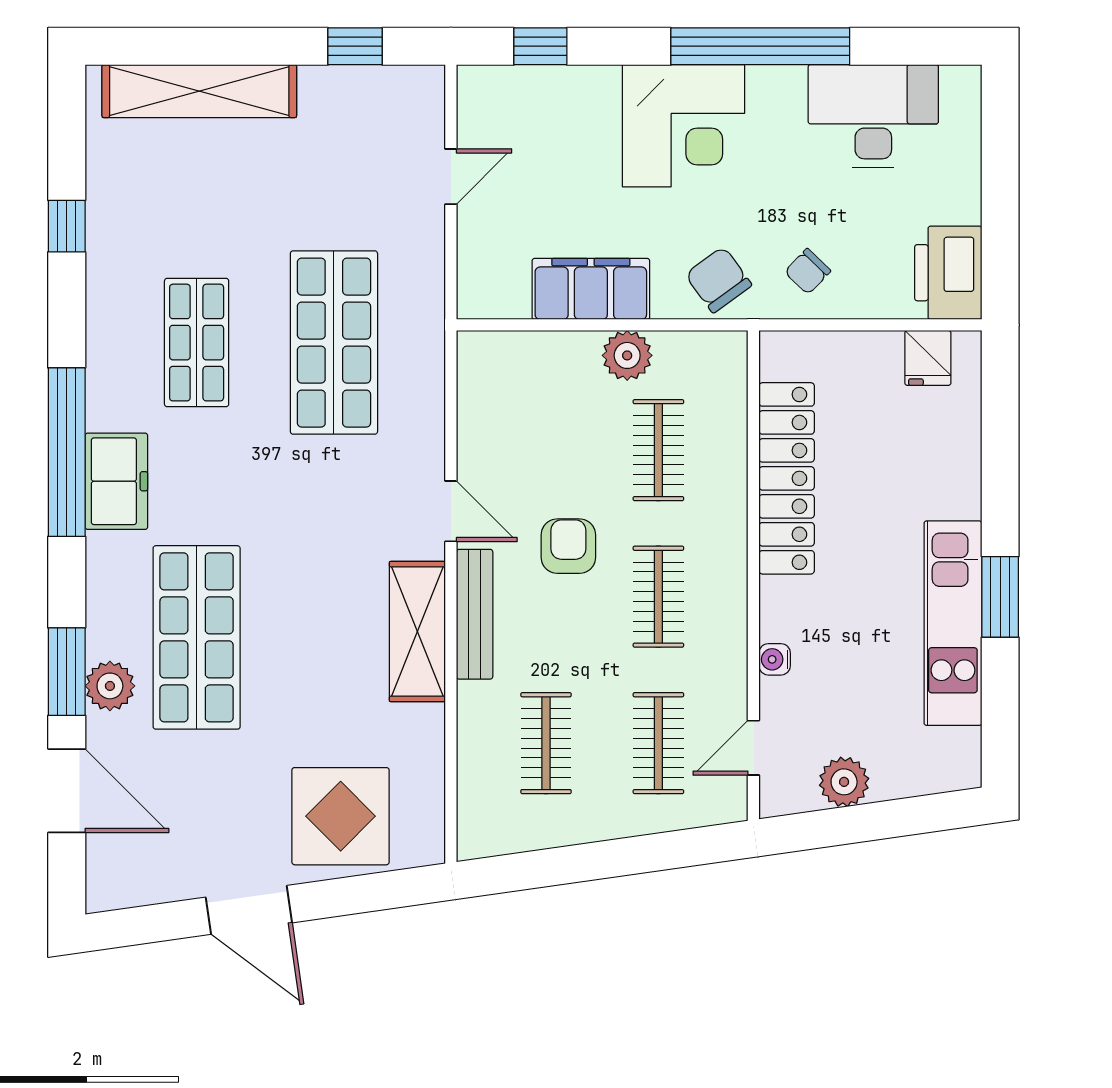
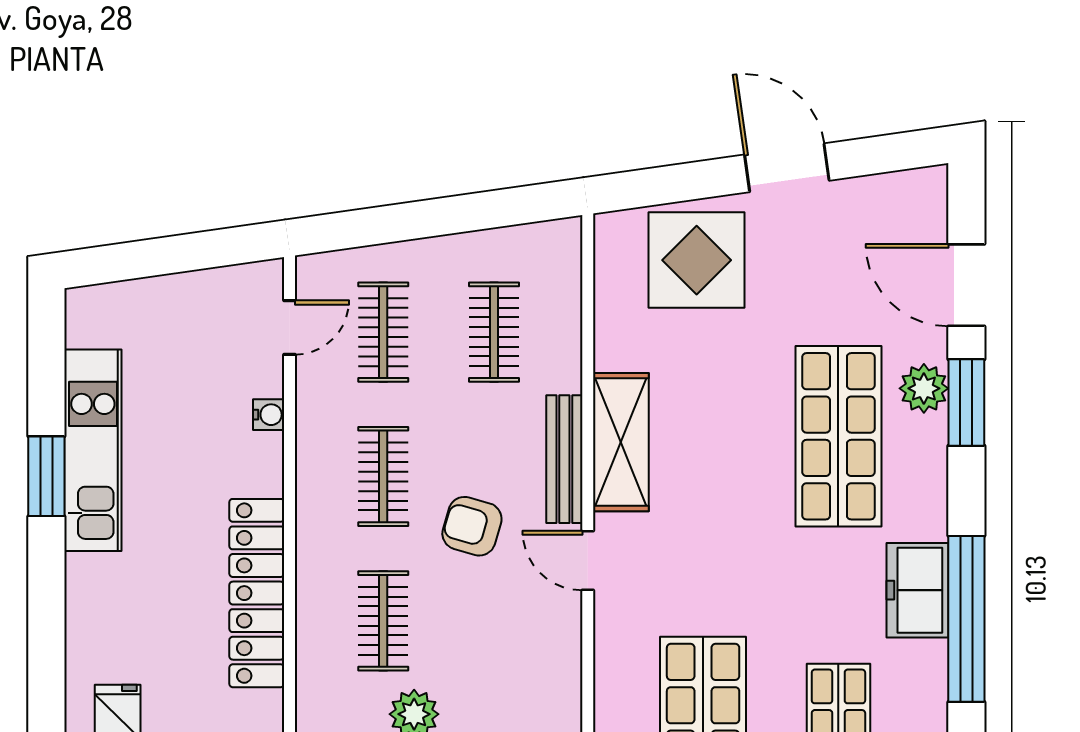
armchair: (568, 546) -> (472, 526), turned 106
plant: (844, 782) -> (200, 294), removed

